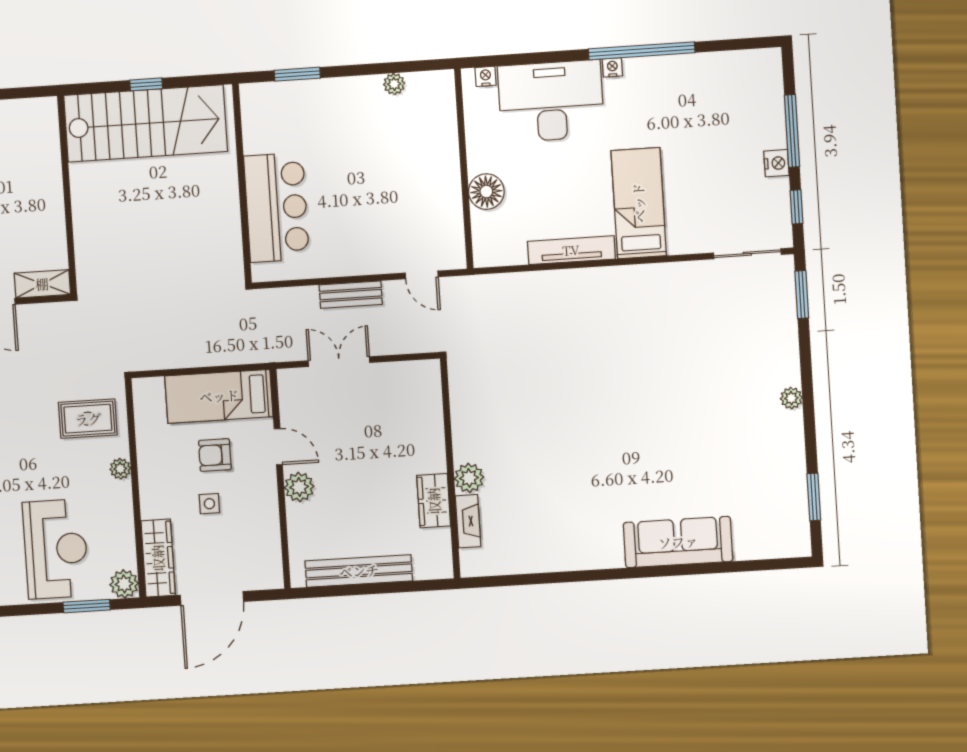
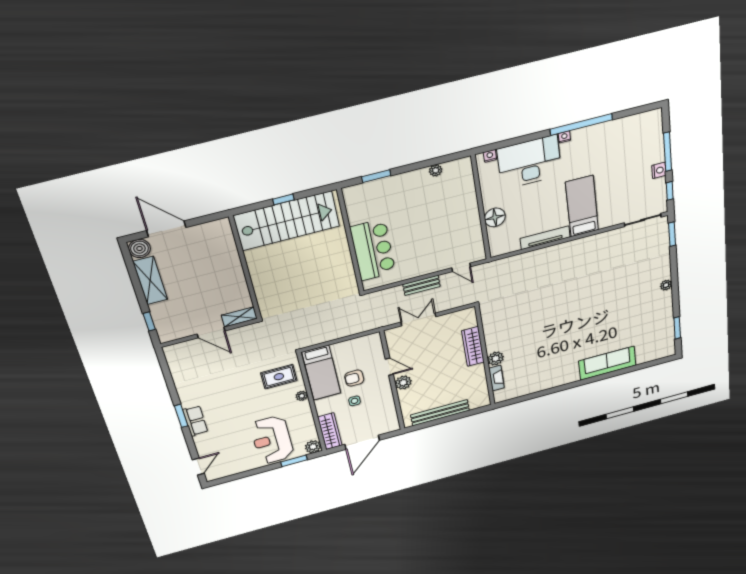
bed: (219, 396) -> (321, 373), moved, turned -90
wardrobe: (434, 501) -> (473, 346), moved, width x1.50
reception desk: (56, 549) -> (272, 440), turned 180

